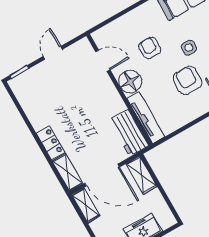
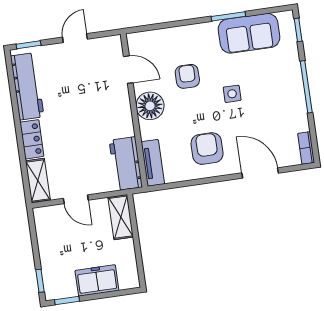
armchair: (188, 80) -> (207, 149), moved
workbench: (31, 104) -> (27, 86), added
tv unit: (146, 118) -> (153, 163), width x0.71
door: (102, 175) -> (76, 199), width x0.53
shelving: (86, 206) -> (44, 227), removed

